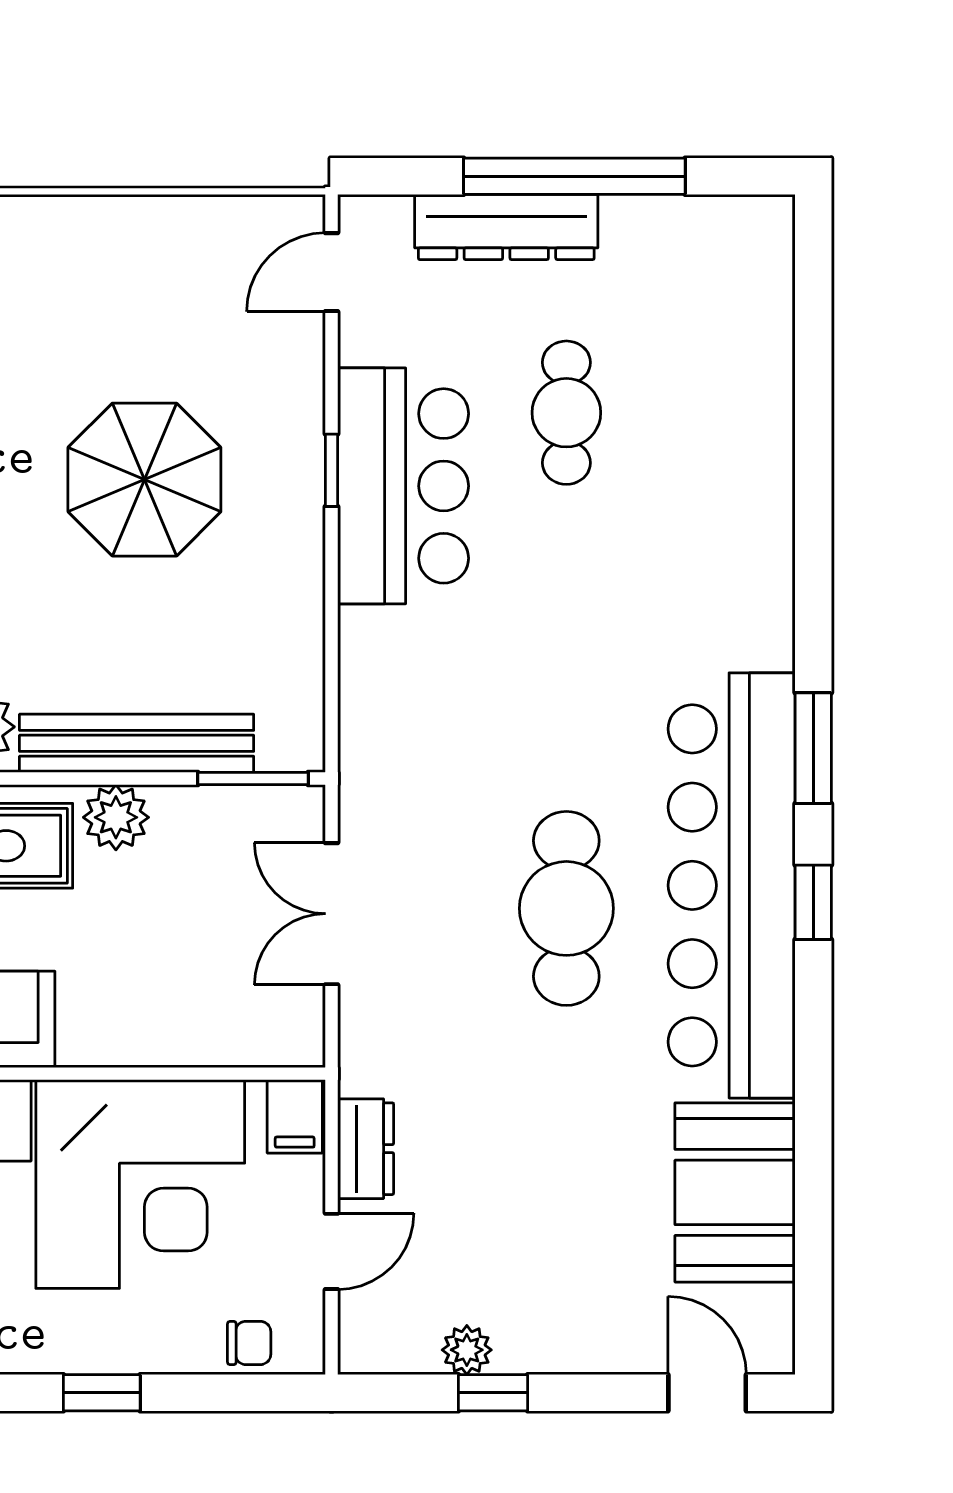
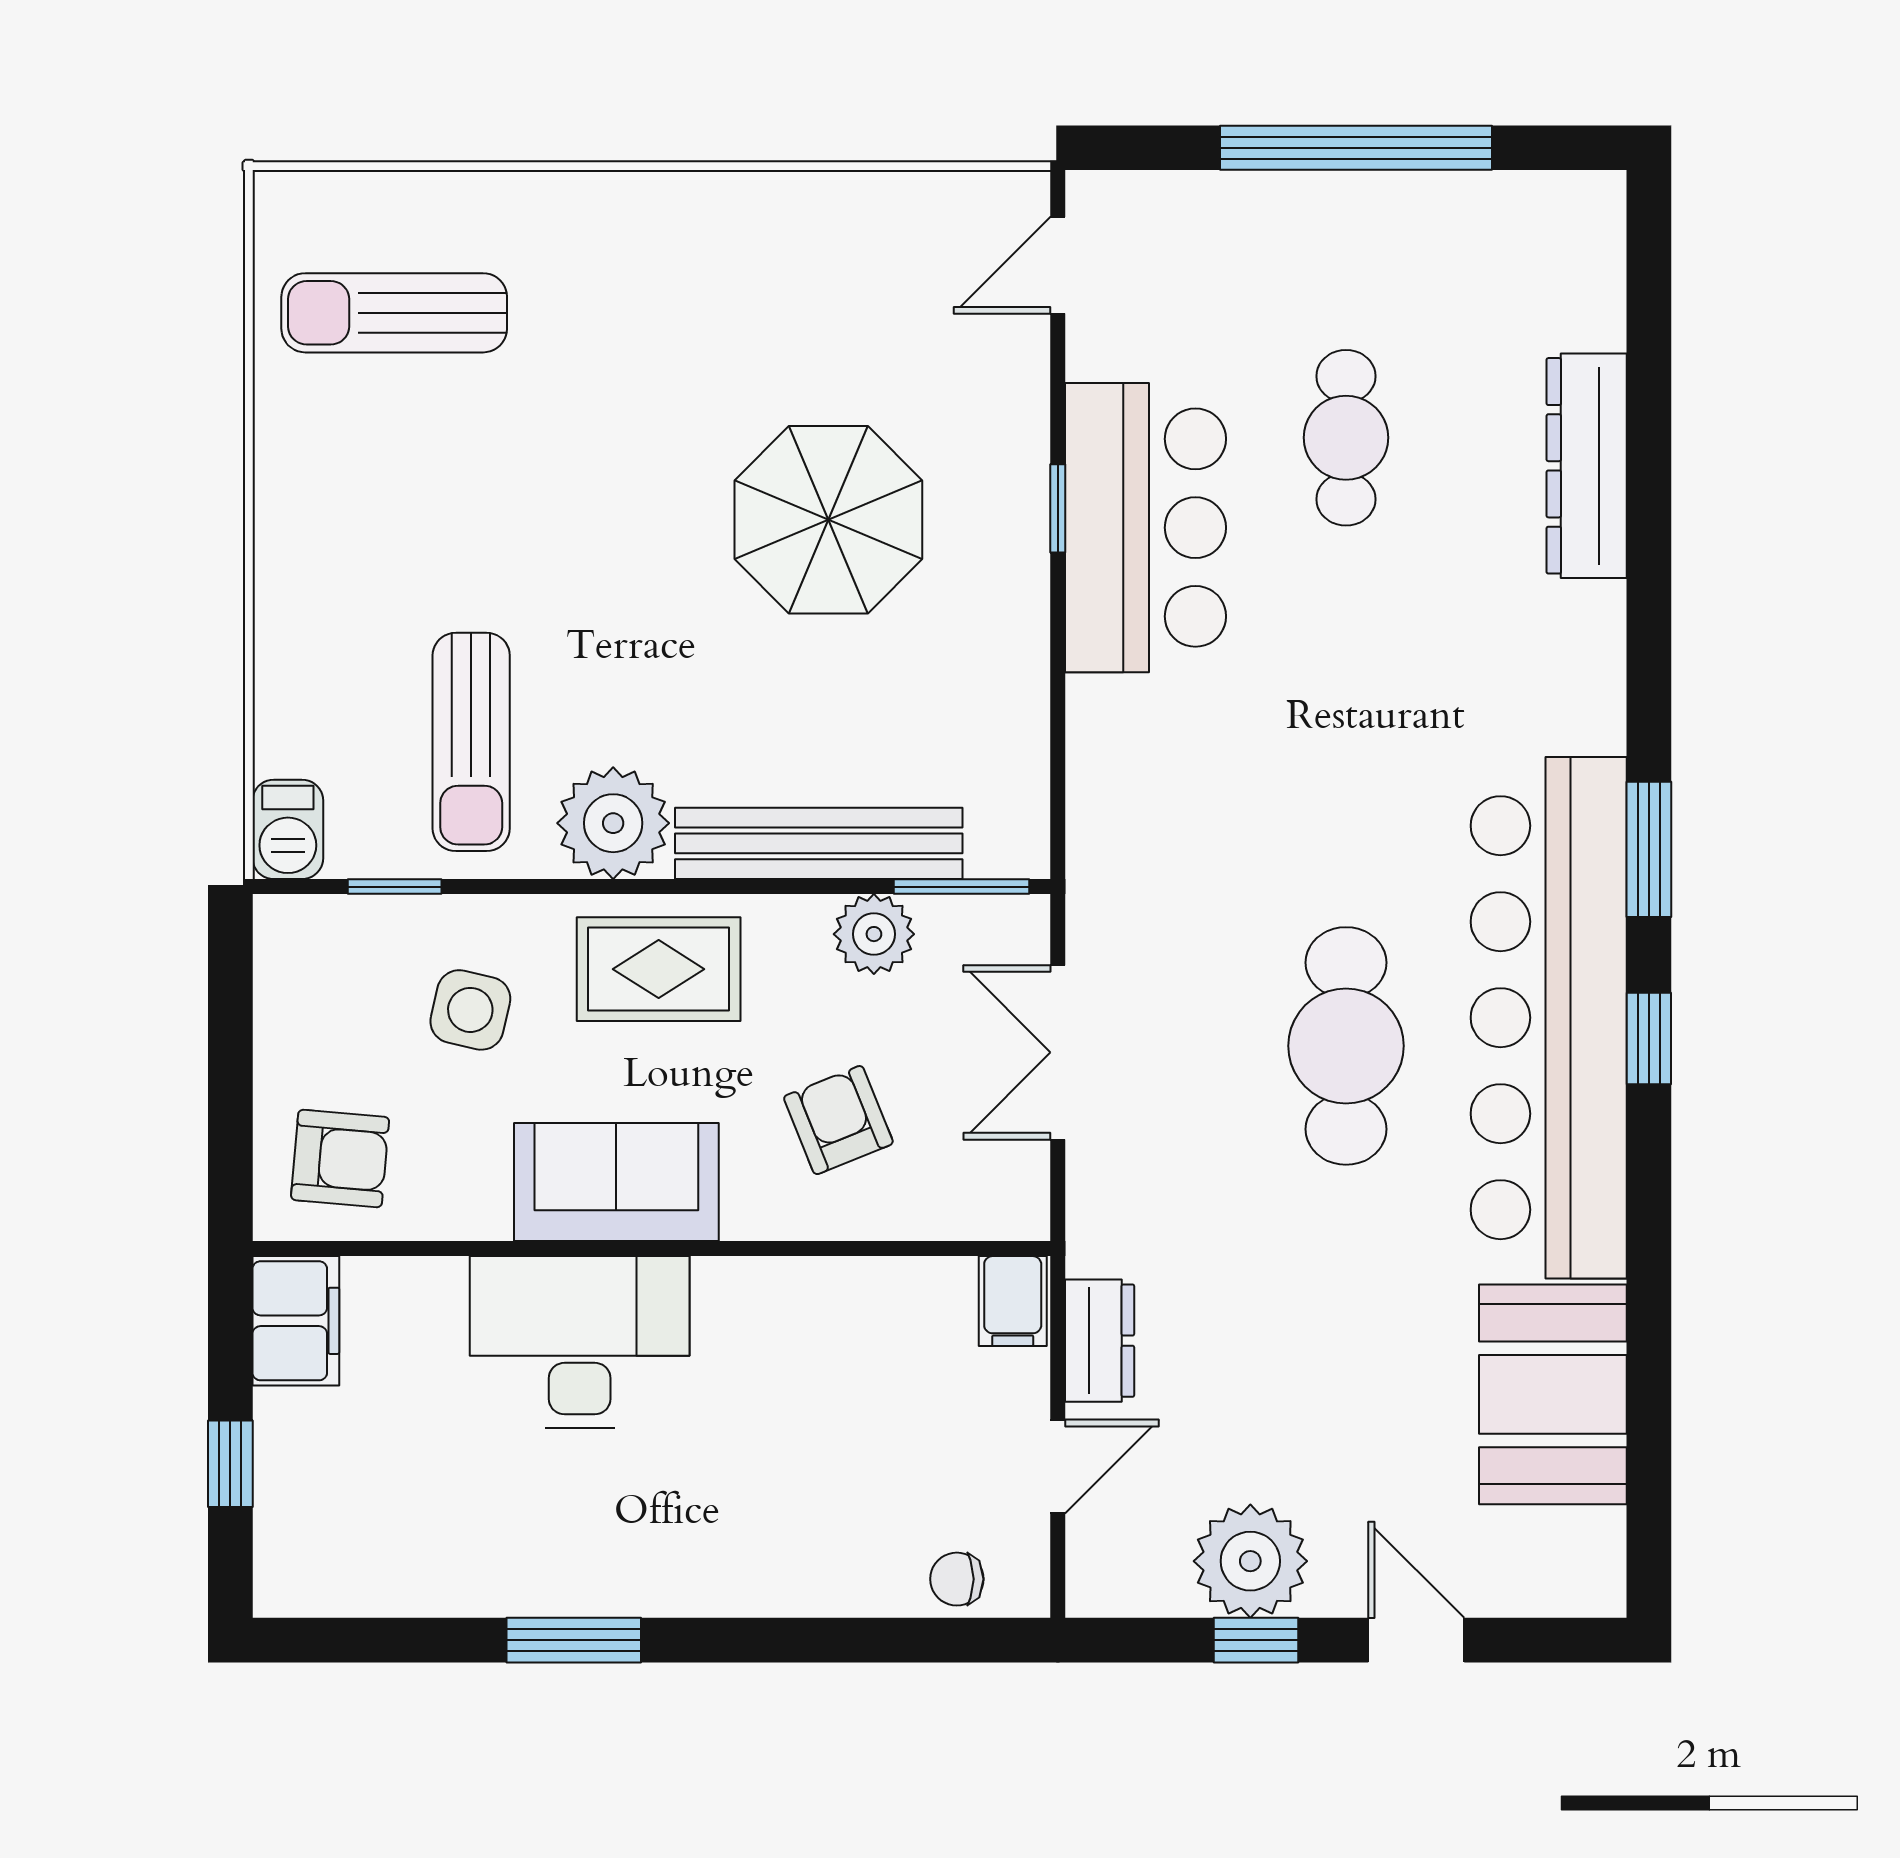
dresser: (506, 227) -> (1587, 466), moved, turned 90
plant: (116, 817) -> (874, 934), moved
armchair: (153, 969) -> (838, 1120), added
corner desk: (140, 1184) -> (823, 1384), removed
chair: (249, 1343) -> (957, 1579), turned 180
plant: (467, 1350) -> (1250, 1561), width x1.87, depth x1.87
window: (102, 1393) -> (776, 1640), removed
door: (707, 1393) -> (1416, 1640), moved

